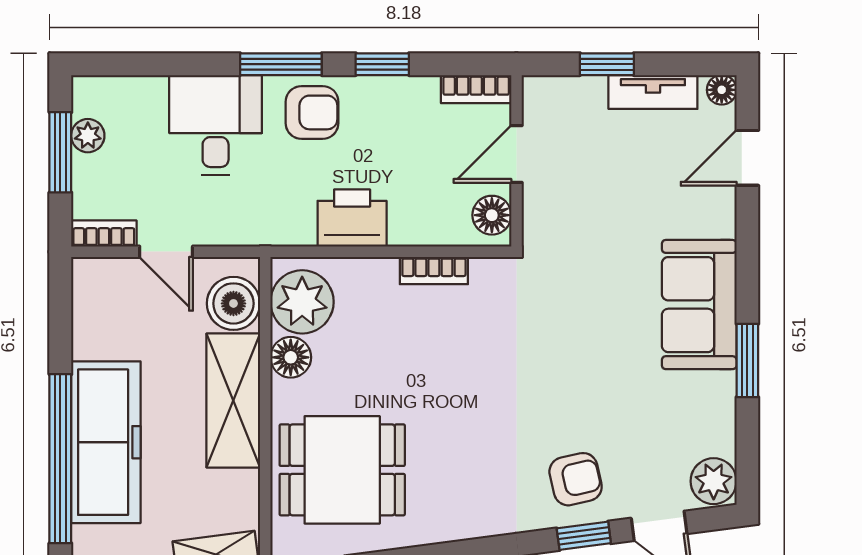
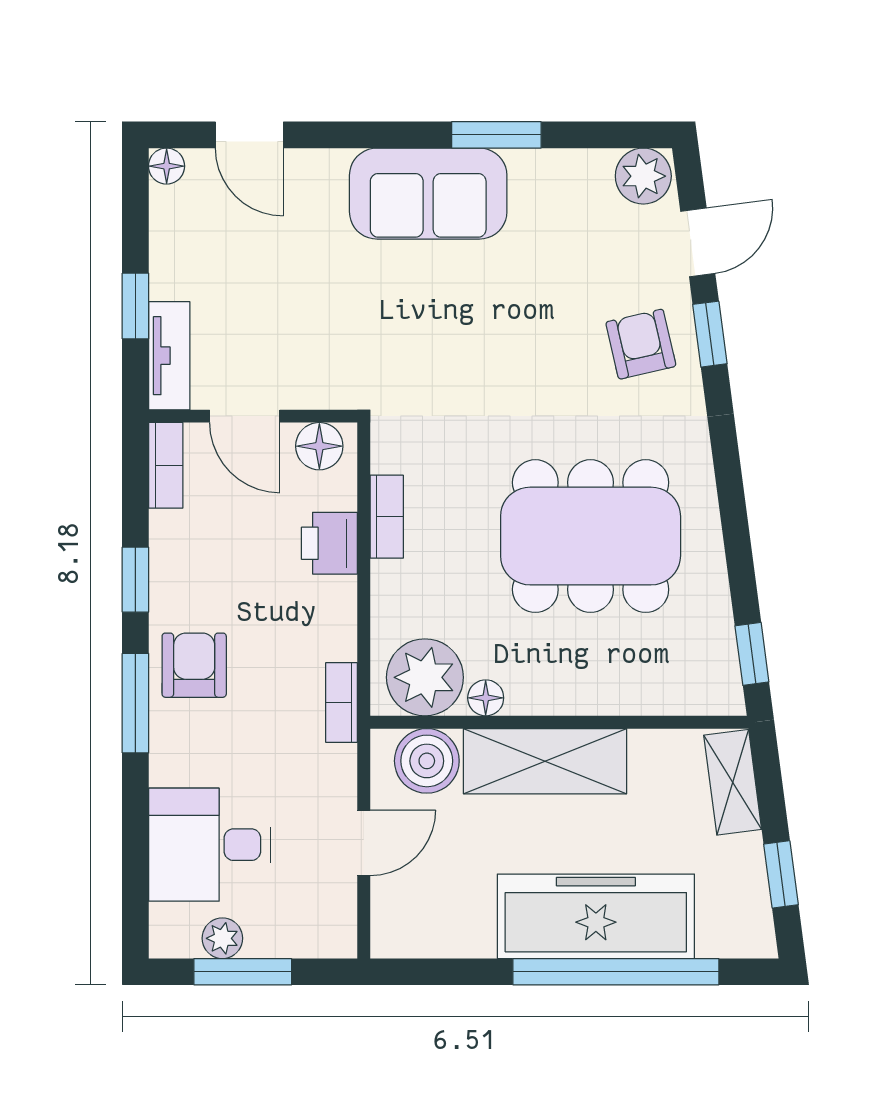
tv unit: (653, 92) -> (169, 356), moved
desk: (216, 125) -> (209, 845), moved
printer: (352, 218) -> (329, 543), moved, width x0.73, depth x0.81
bookcase: (104, 233) -> (342, 703), moved
floor lamp: (291, 357) -> (486, 698), width x0.73, depth x0.73
dining table: (342, 470) -> (591, 536), moved, width x1.38

